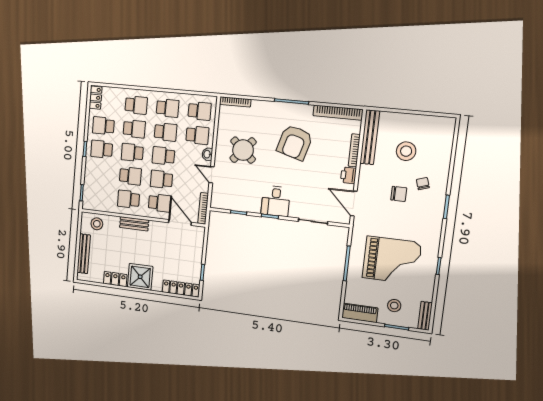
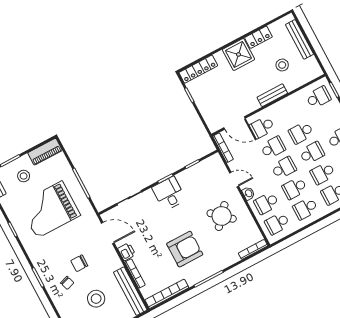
armchair: (295, 142) -> (185, 249), turned 74
school desk: (129, 199) -> (318, 97), moved
stool: (97, 224) -> (282, 65), moved

